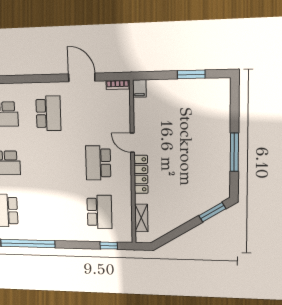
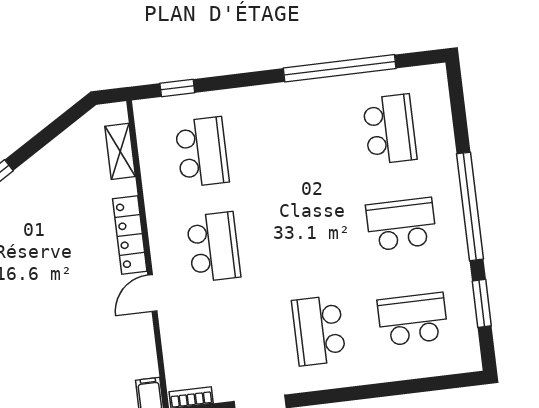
door: (132, 143) -> (152, 293), swing flipped
school desk: (99, 212) -> (202, 152), turned 180

